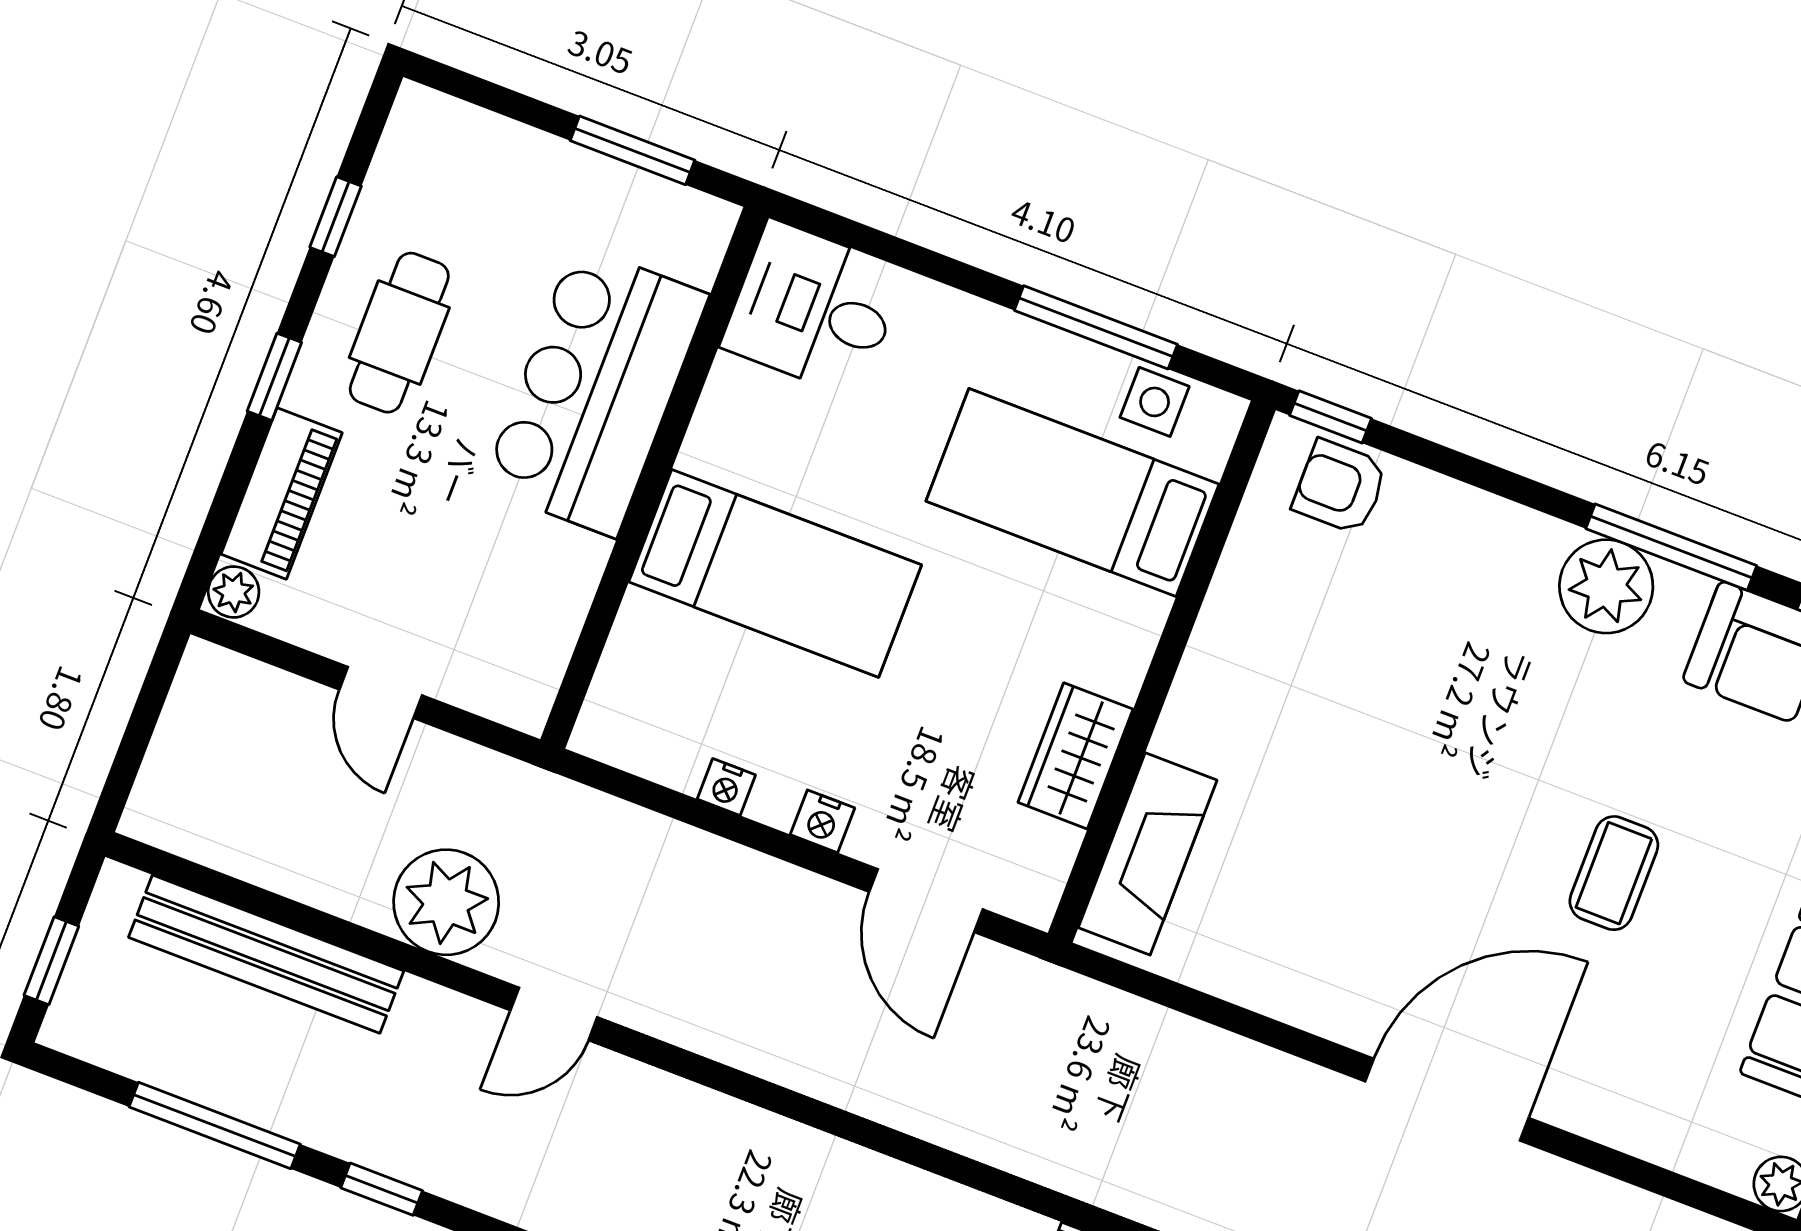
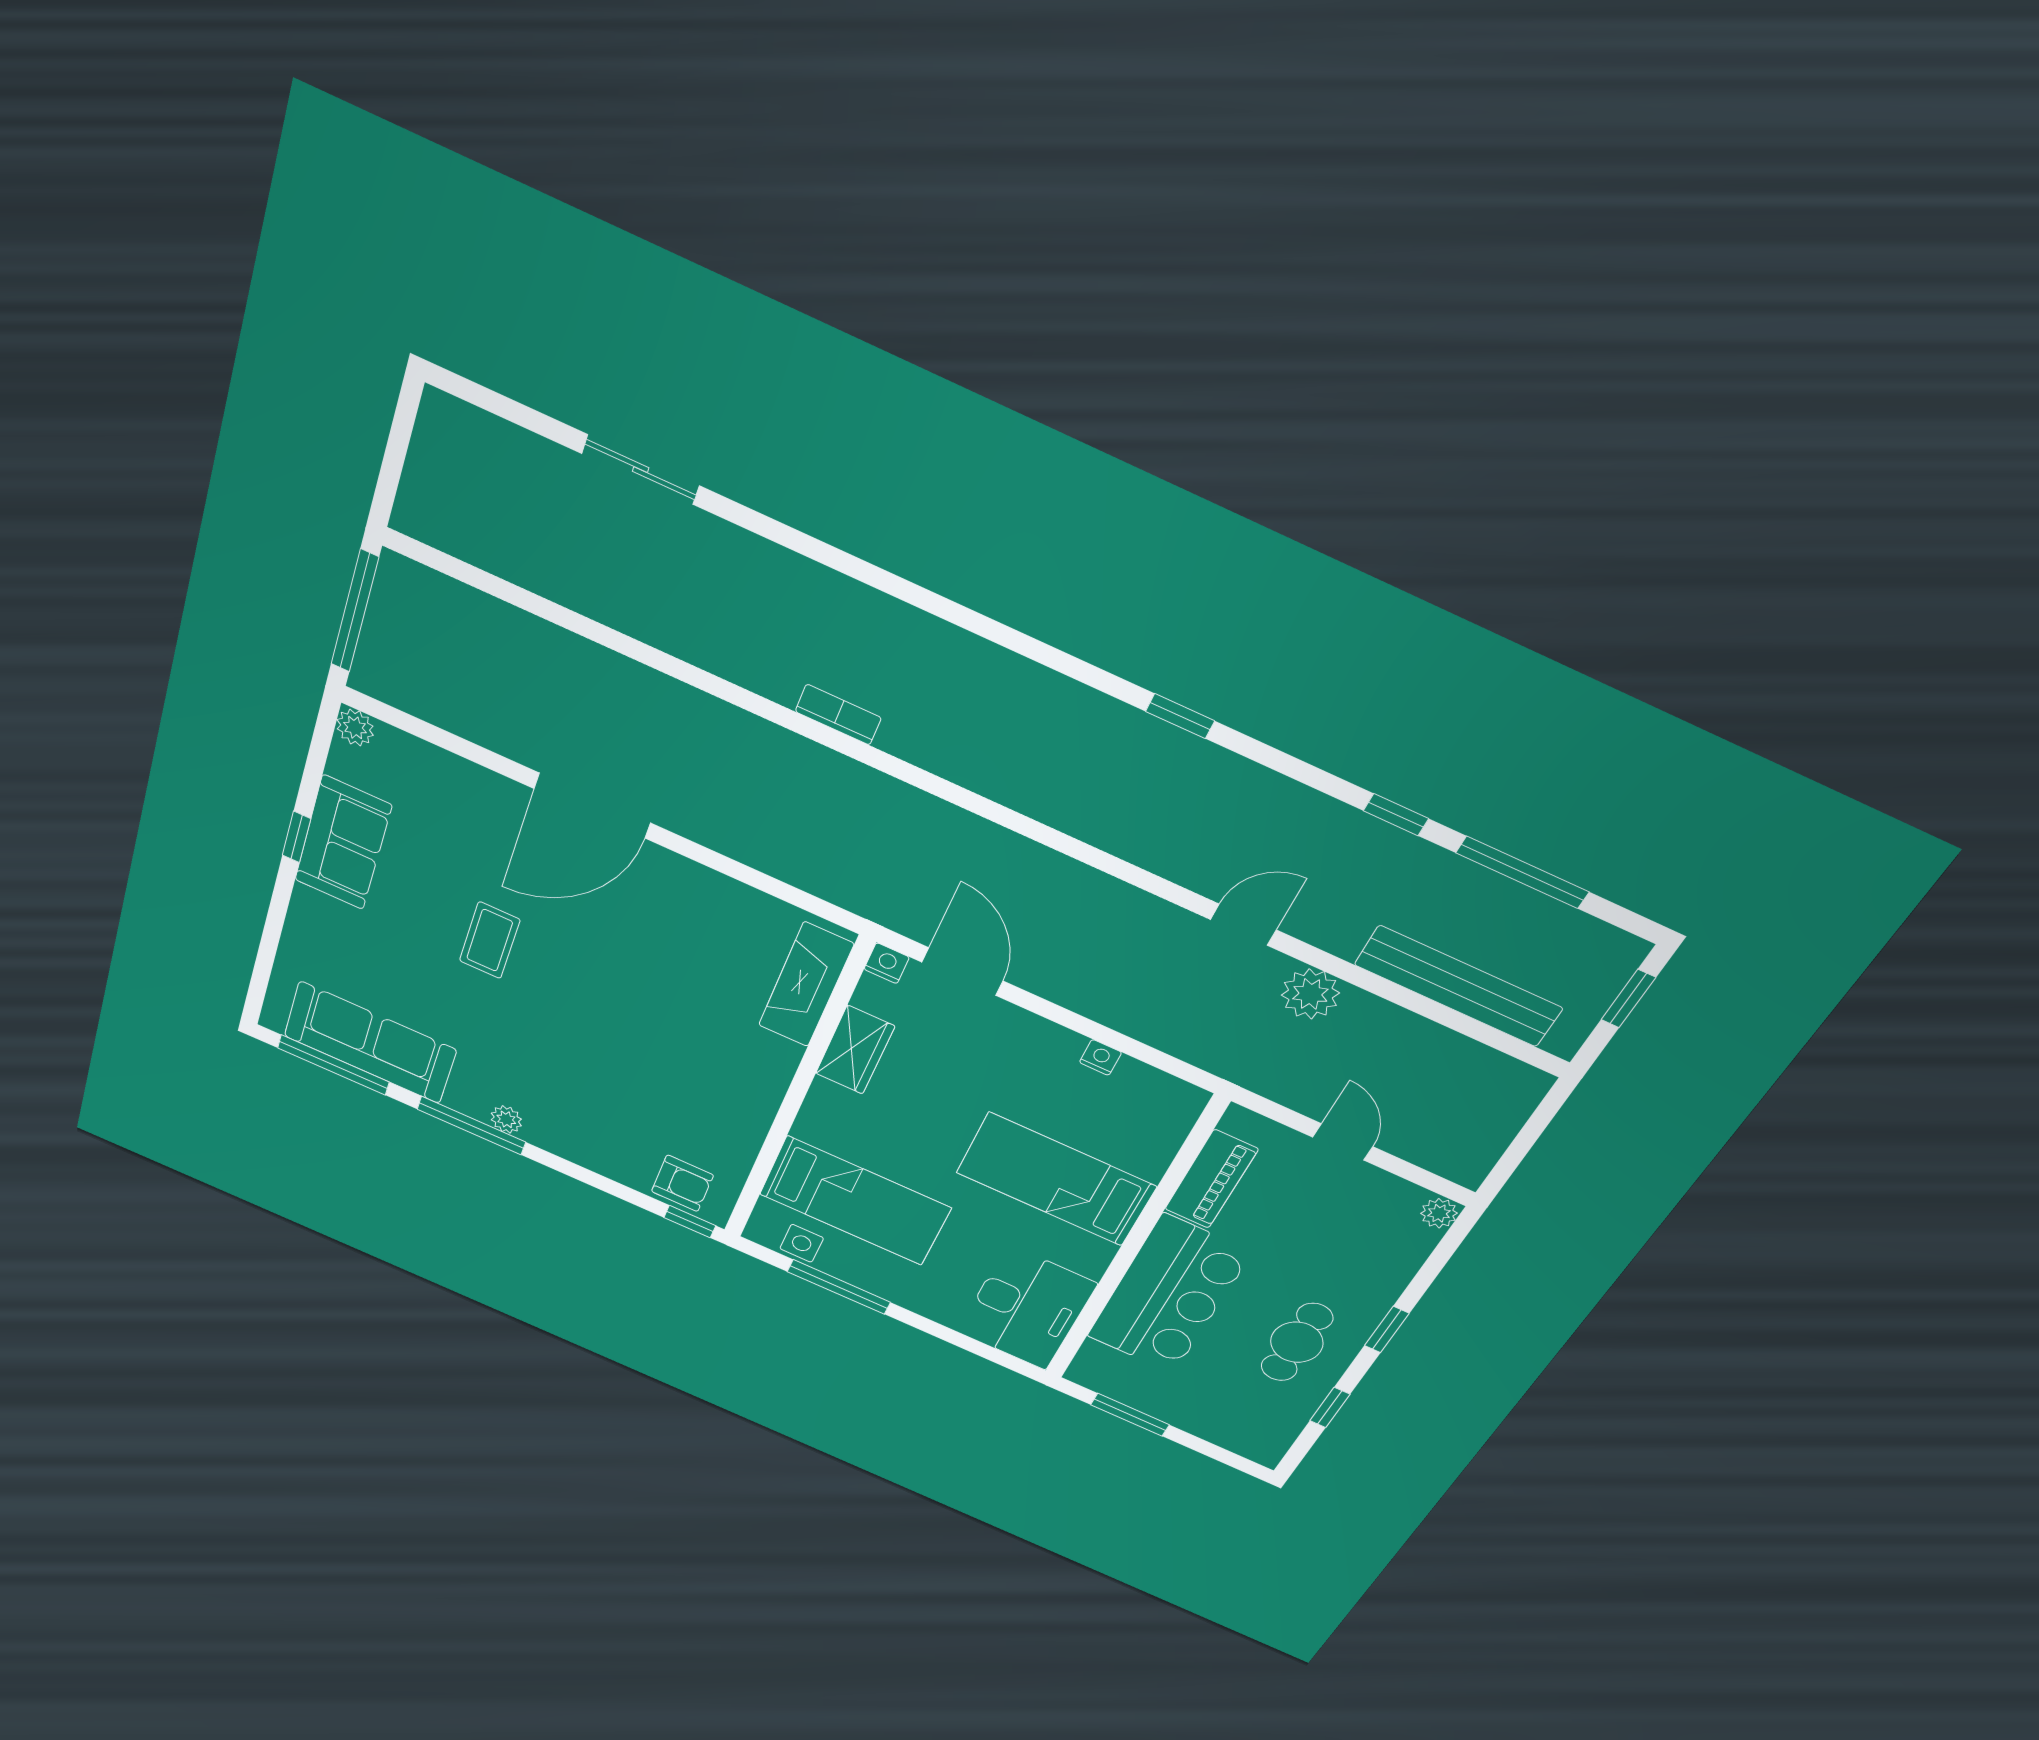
desk: (814, 309) -> (1027, 1308), width x1.37
piano: (282, 493) -> (1211, 1179), moved, turned 180
plant: (1606, 586) -> (506, 1119), width x0.53, depth x0.53
nightstand: (823, 821) -> (887, 963), moved
plant: (446, 902) -> (1310, 994), width x0.73, depth x0.73

